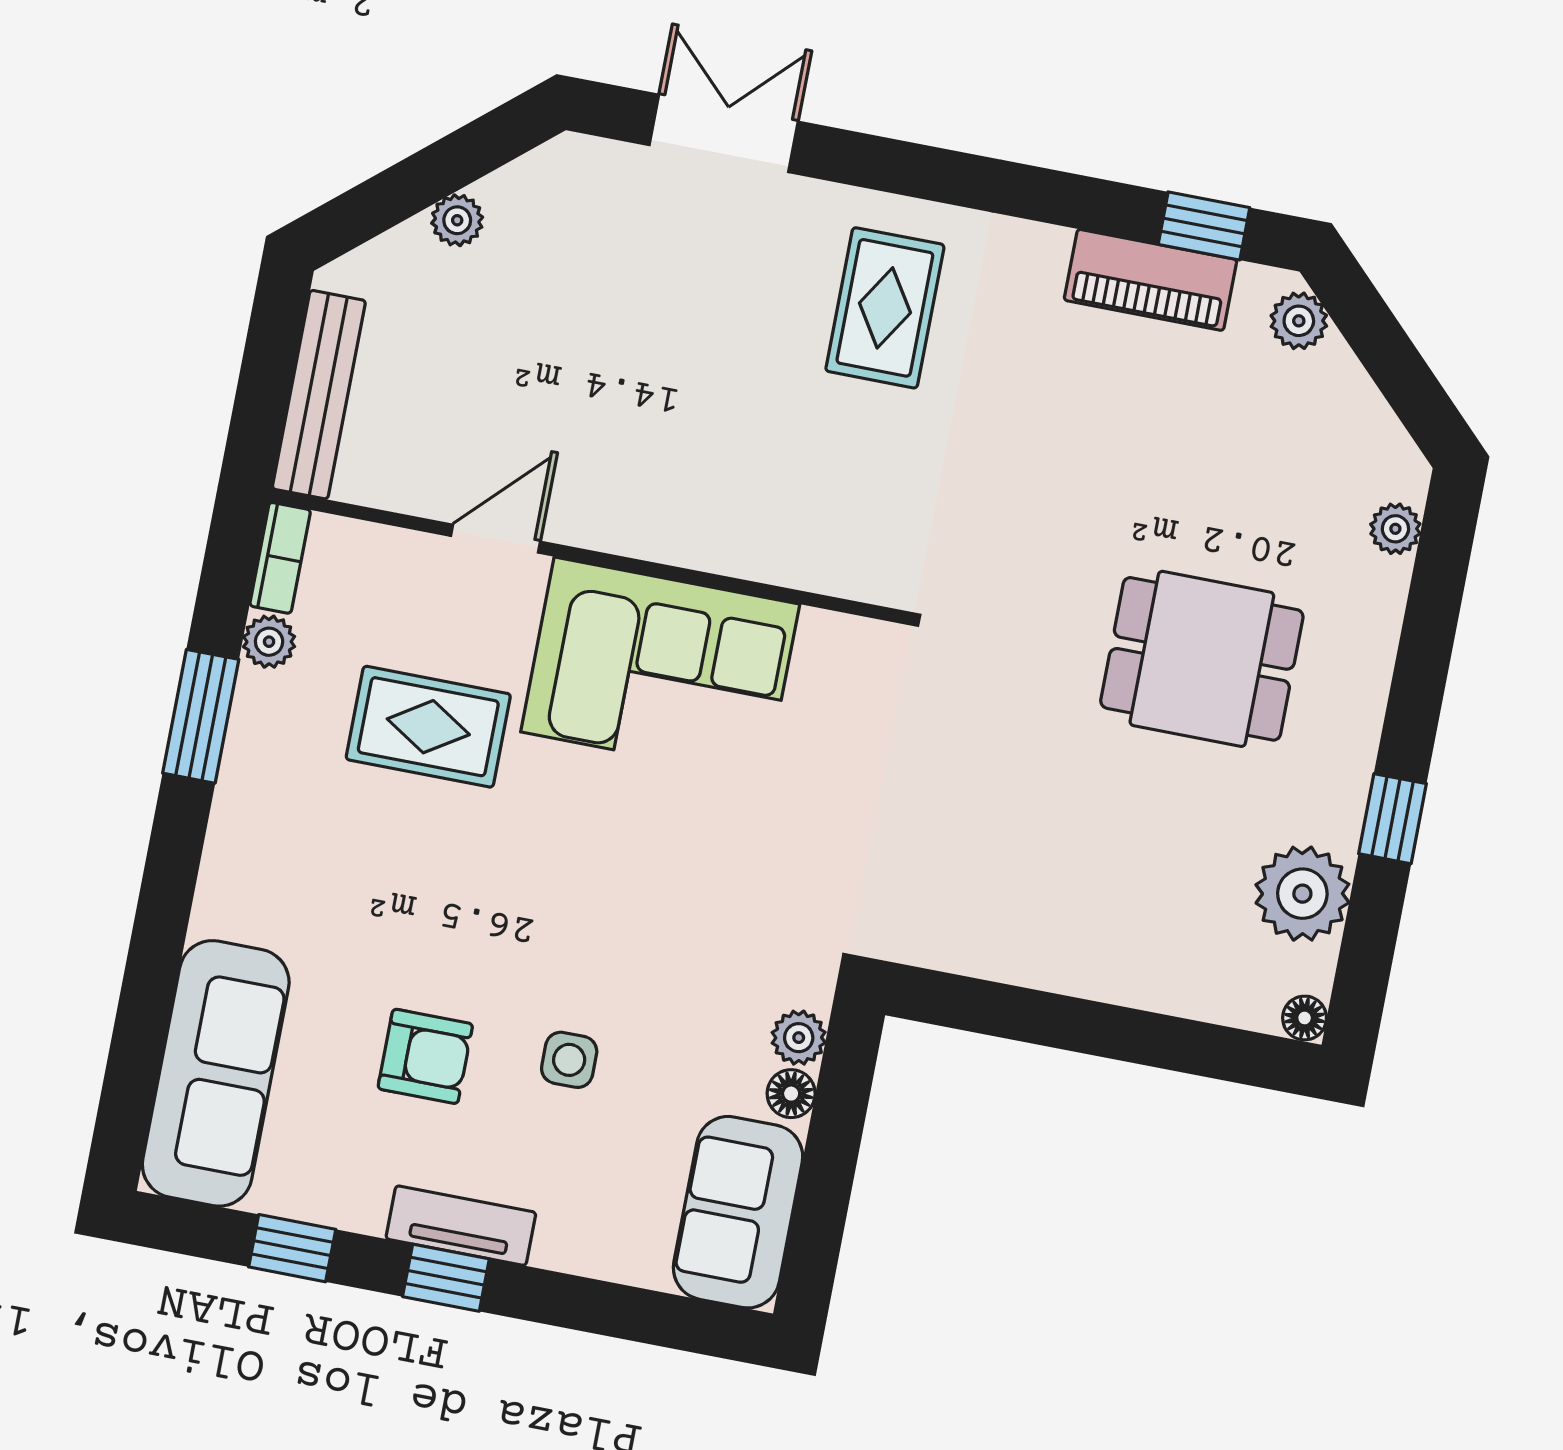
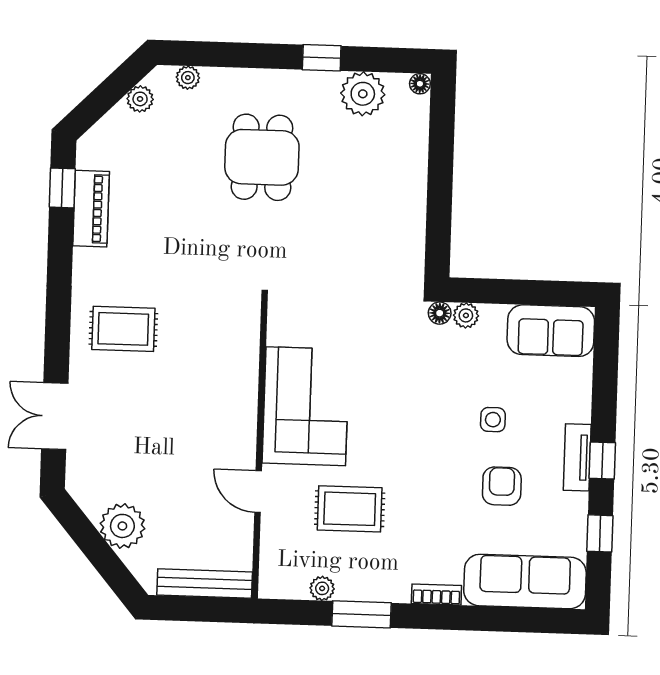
plant: (457, 220) -> (122, 526), width x1.88, depth x1.88
plant: (1299, 321) -> (140, 99), moved
bookcase: (280, 558) -> (436, 595), moved
rug: (428, 727) -> (350, 509), turned 90
floor lamp: (791, 1094) -> (440, 313), moved

